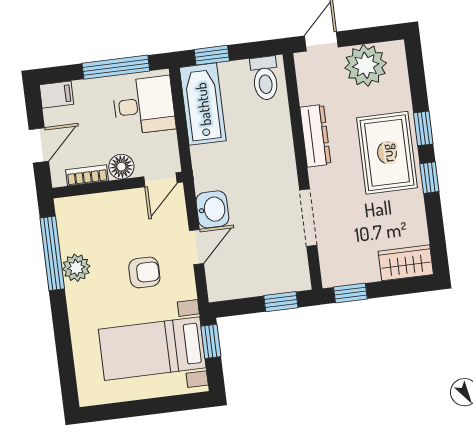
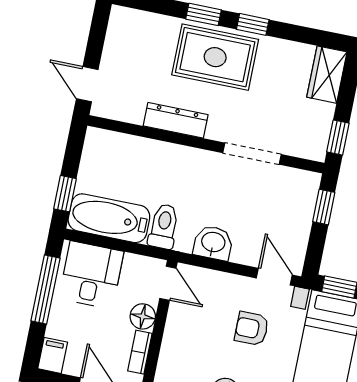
plant: (366, 65) -> (124, 49), removed
toilet: (265, 78) -> (164, 226), moved, turned -90
door: (196, 247) -> (274, 277), moved
armchair: (144, 272) -> (252, 329), turned -90

